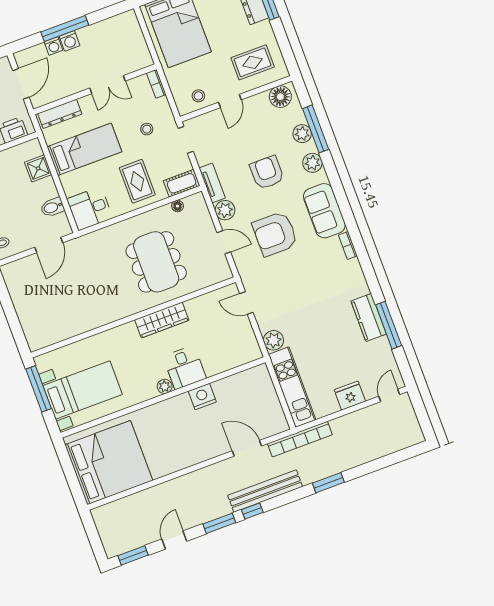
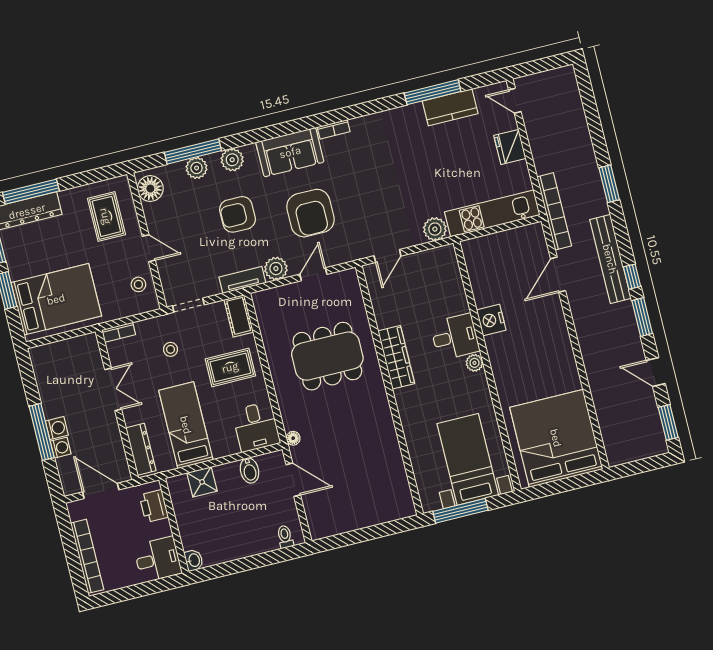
floor lamp: (177, 206) -> (293, 438), moved
kitchen counter: (369, 317) -> (450, 107), moved

